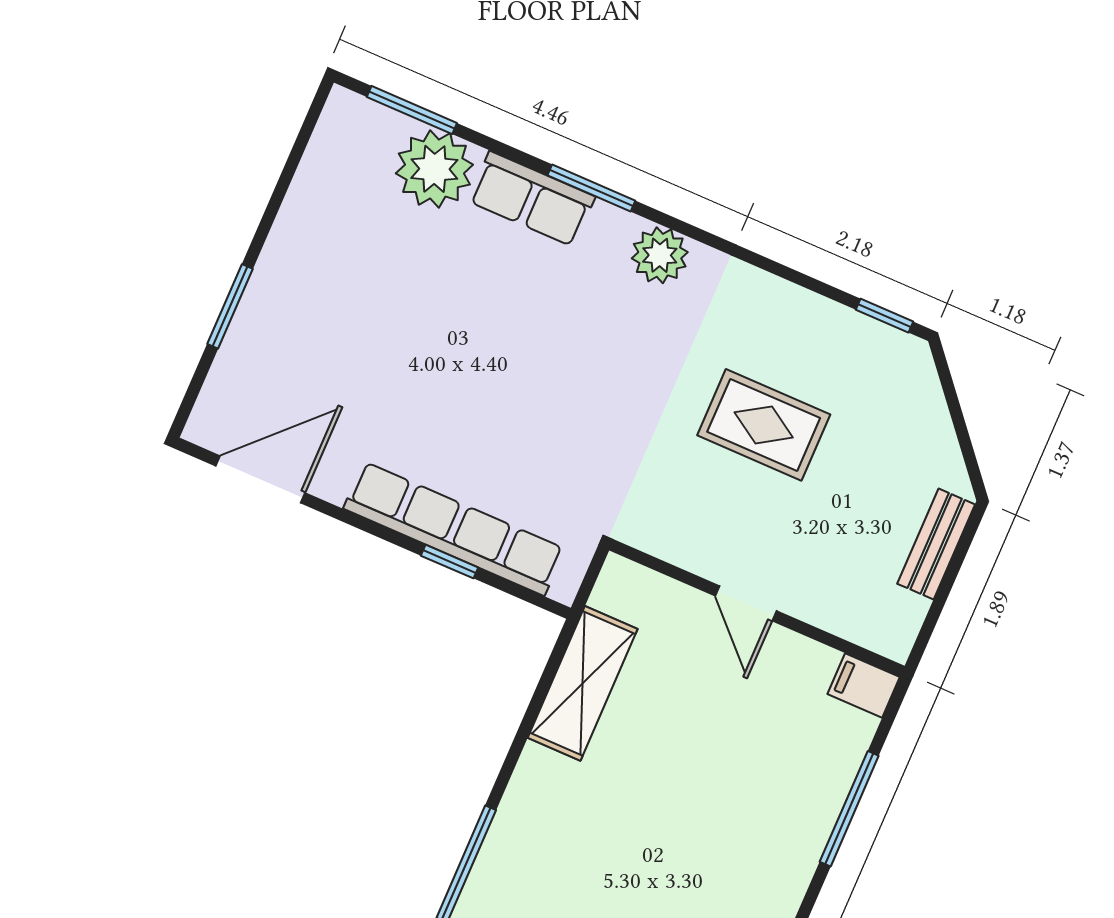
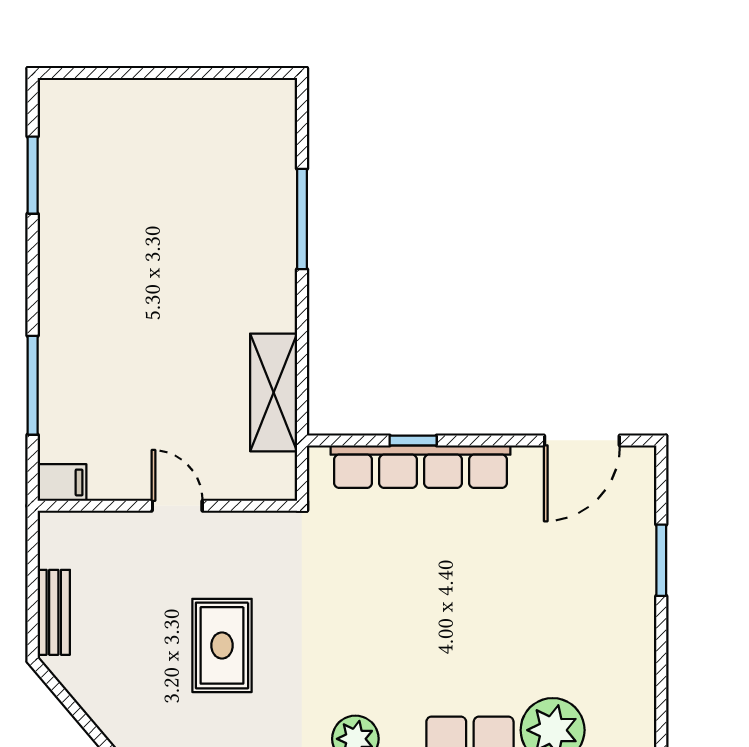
rug: (764, 425) -> (222, 645), turned 90

